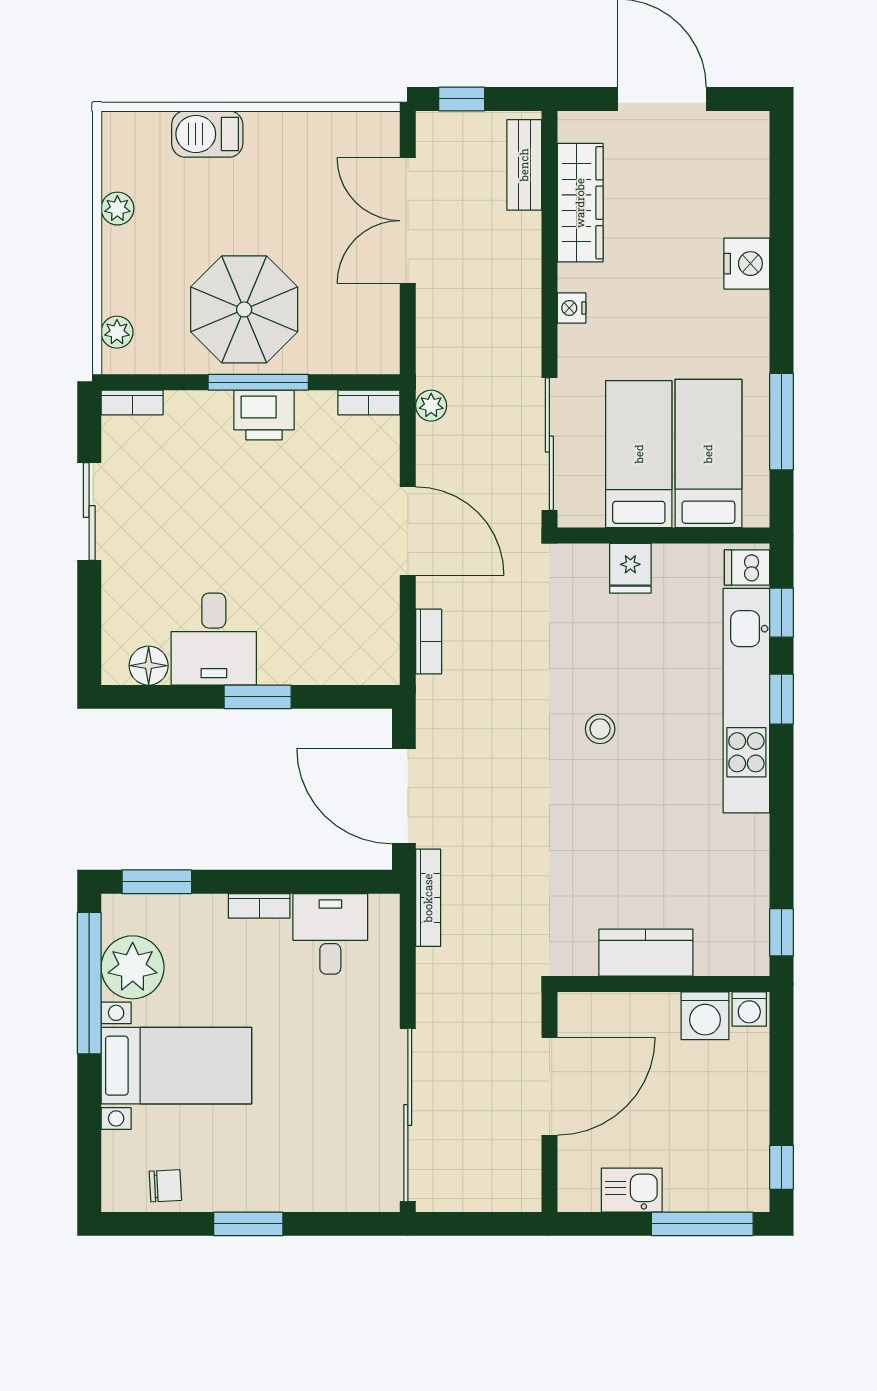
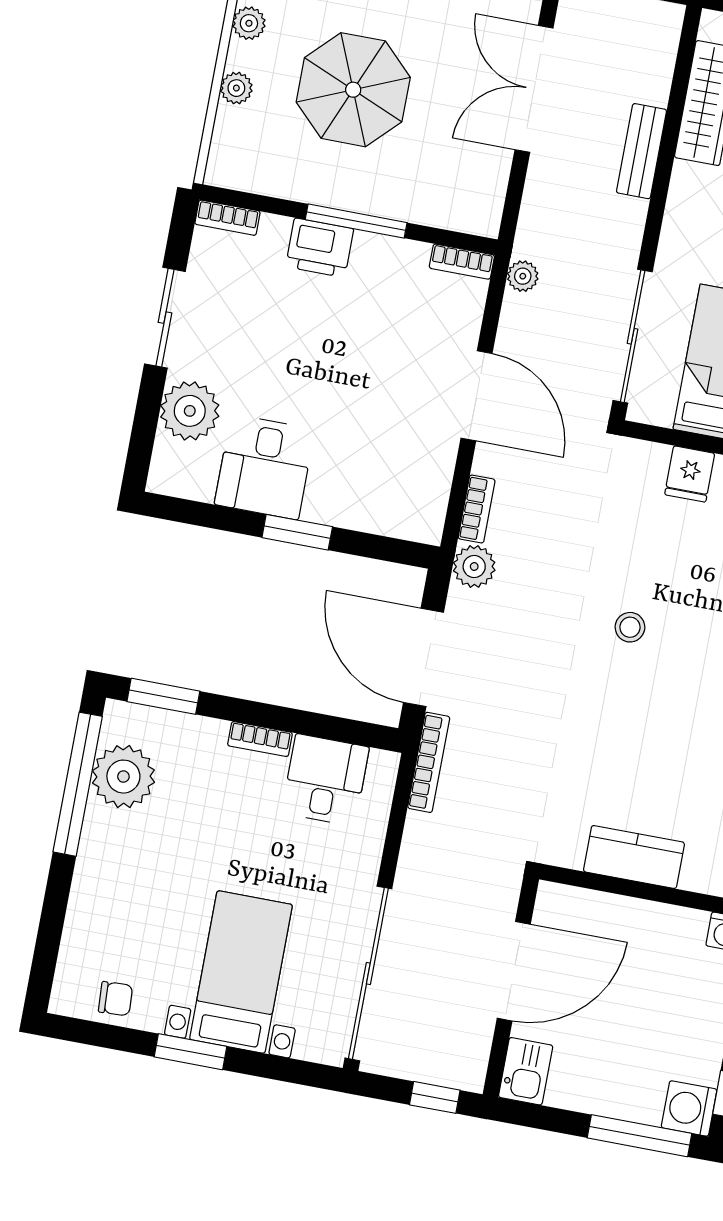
bench: (524, 165) -> (641, 151), moved
nightstand: (572, 308) -> (680, 206), removed
parasol: (244, 309) -> (353, 90), moved
plant: (117, 332) -> (236, 88), moved
printer: (264, 415) -> (320, 248), moved
plant: (130, 598) -> (190, 411), added
floor lamp: (149, 666) -> (195, 481), removed
plant: (437, 698) -> (474, 567), added
washing machine: (705, 1016) -> (689, 1108), moved, turned 90
bed with nightstands: (176, 1066) -> (241, 972), moved, turned -90
kitchen sink: (632, 1190) -> (526, 1071), moved, turned 90
window: (495, 1224) -> (435, 1097), added

